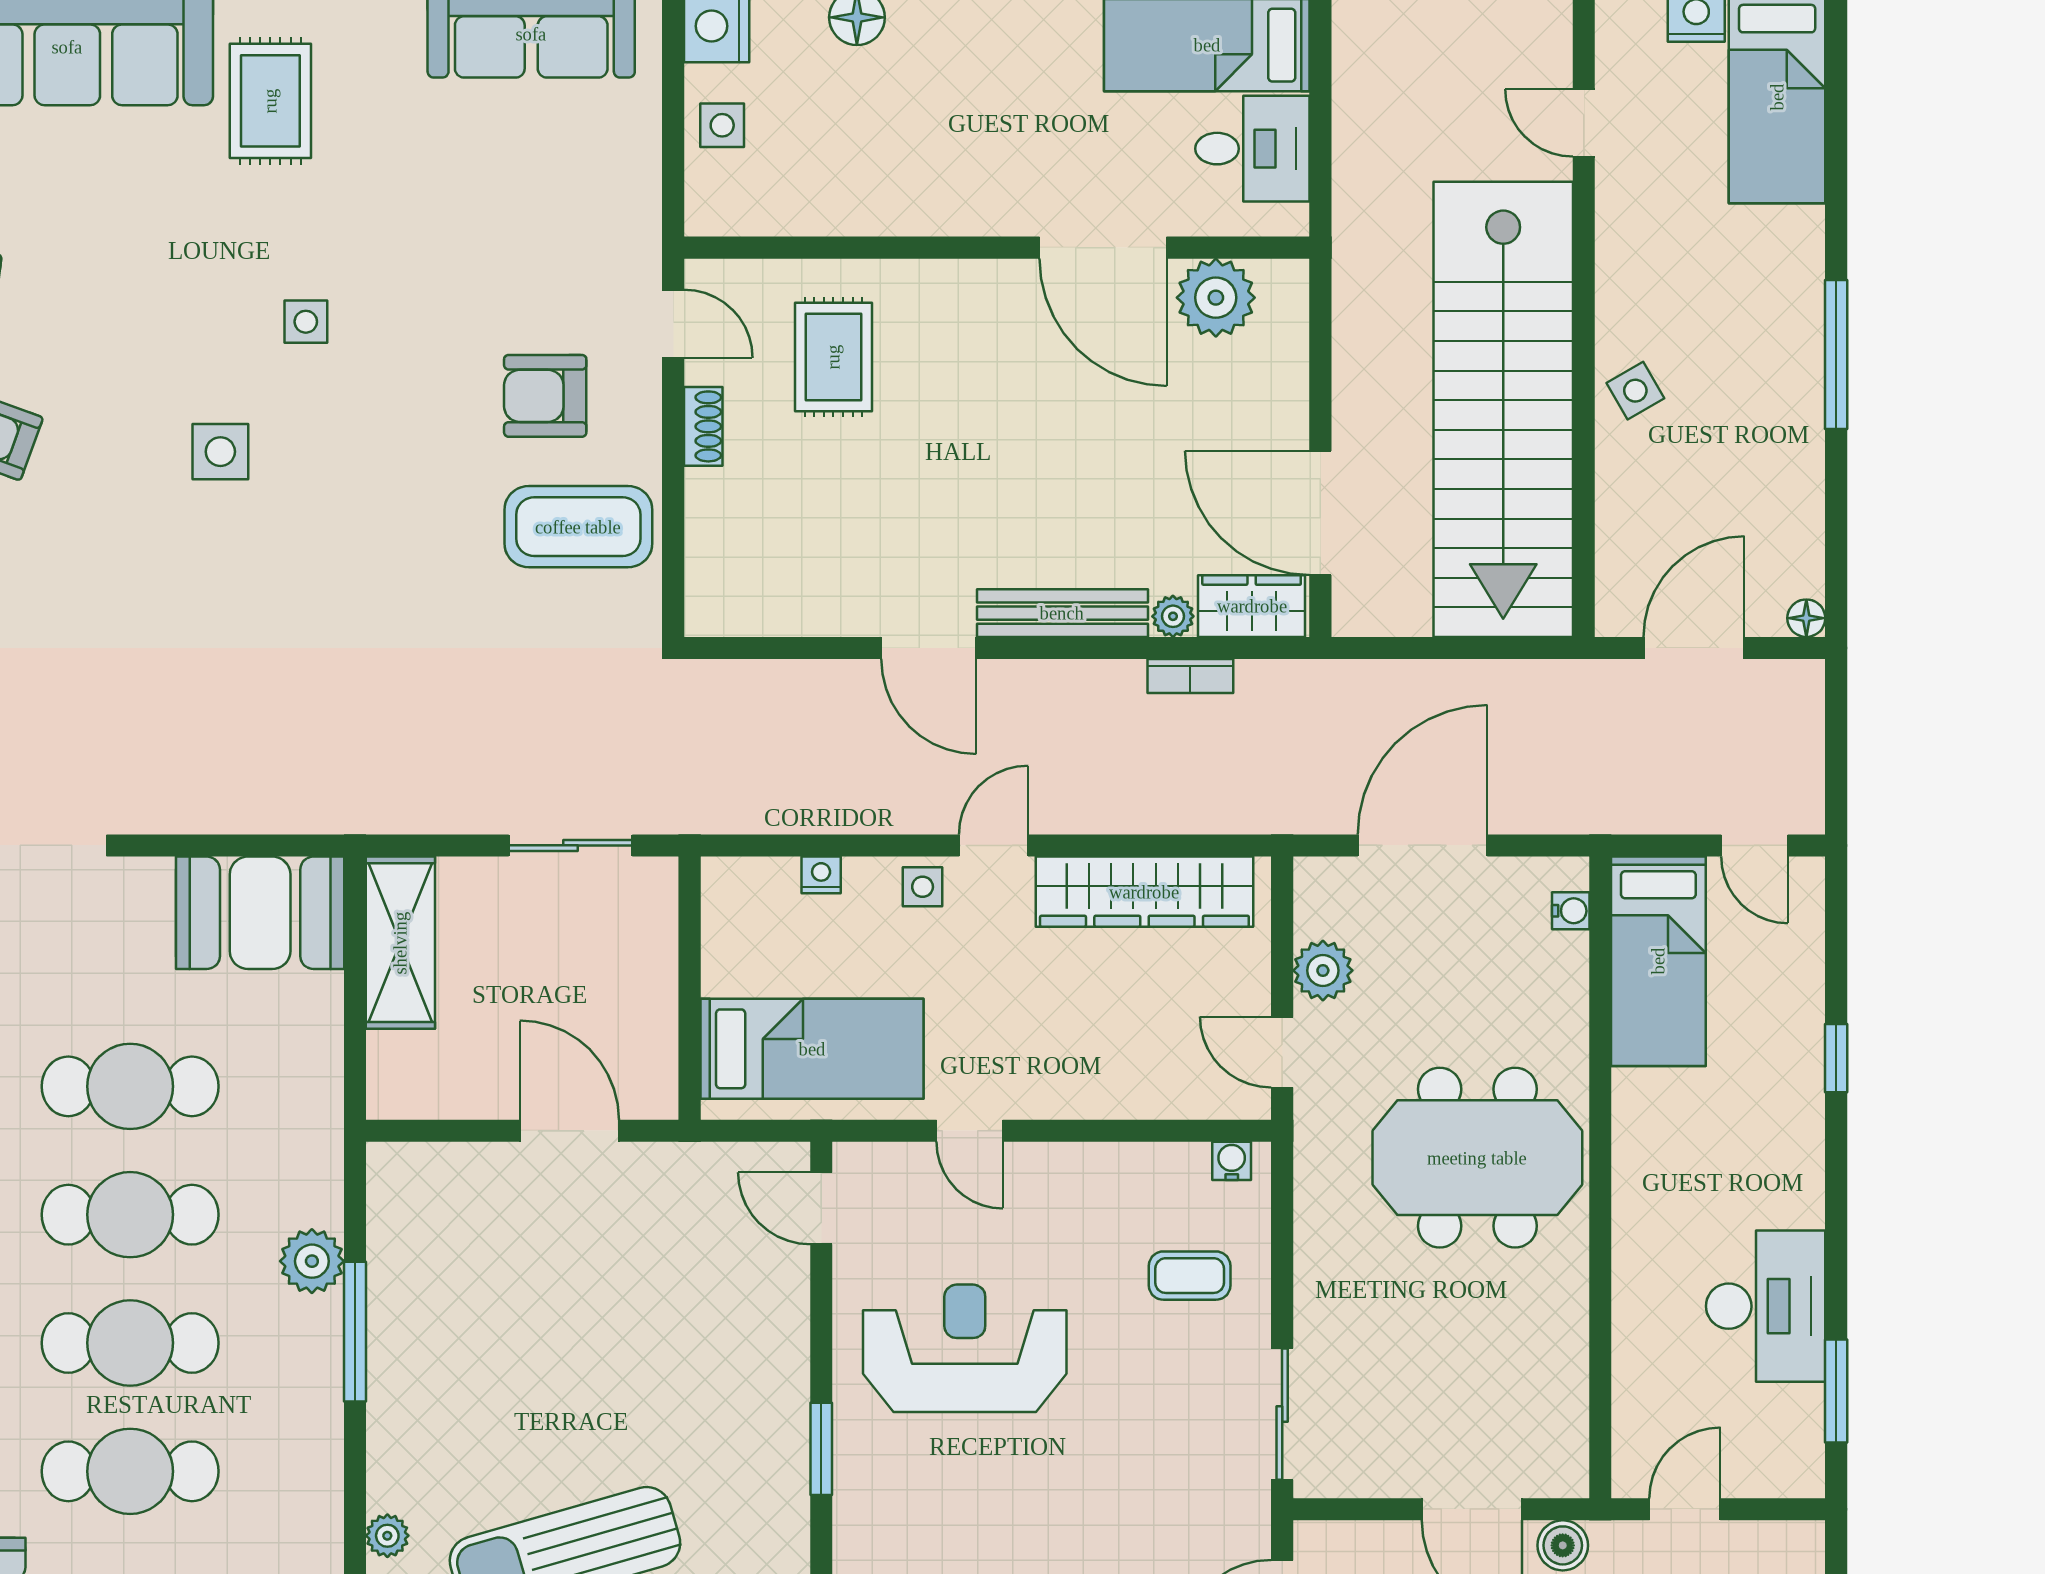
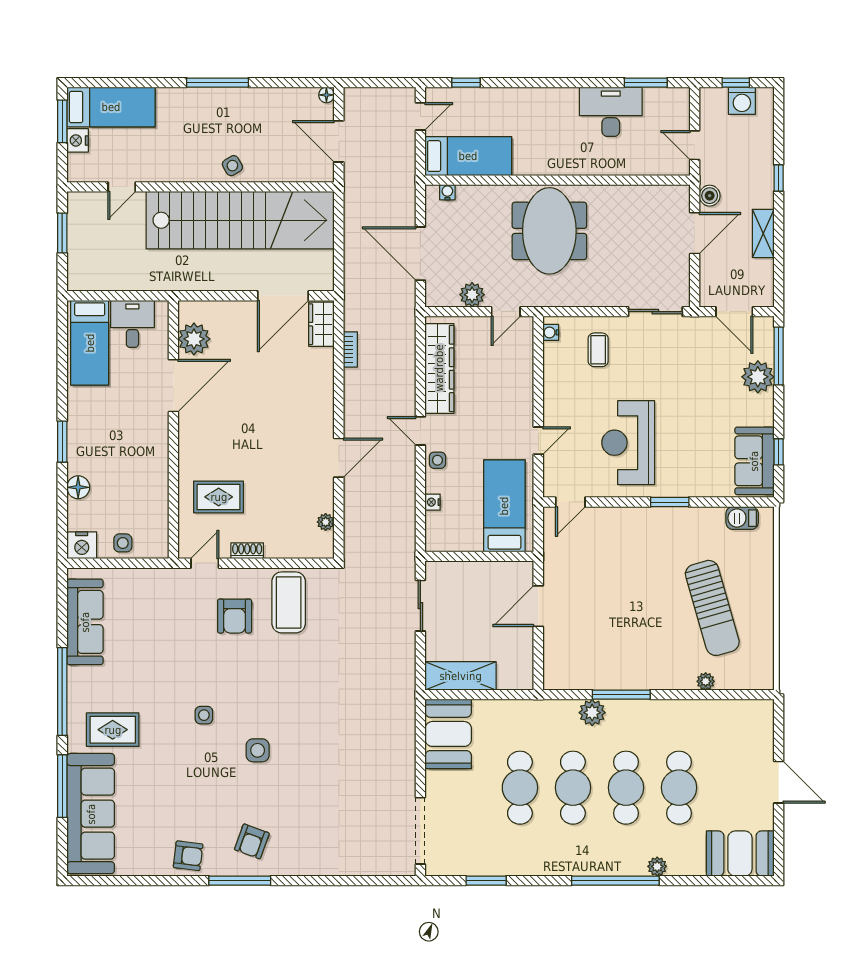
bench: (1062, 613) -> (324, 402), removed
plant: (1173, 616) -> (326, 522), moved
window: (1836, 1058) -> (466, 83), moved

